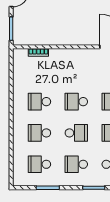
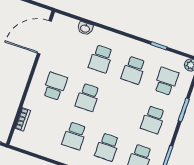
school desk: (76, 133) -> (55, 86), moved

